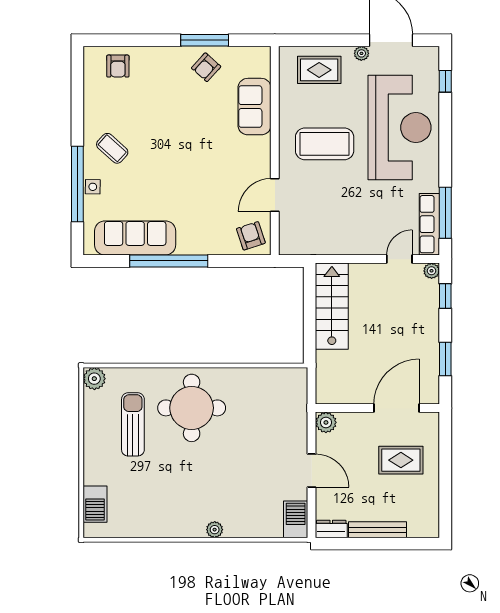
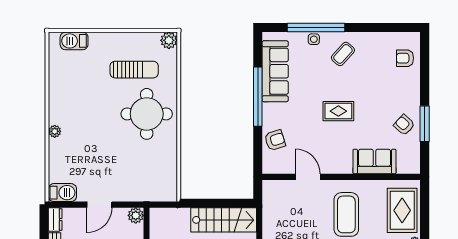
rug: (319, 70) -> (402, 210), width x1.36, depth x1.43
rug: (188, 154) -> (338, 111), added
armchair: (251, 236) -> (275, 140), moved

